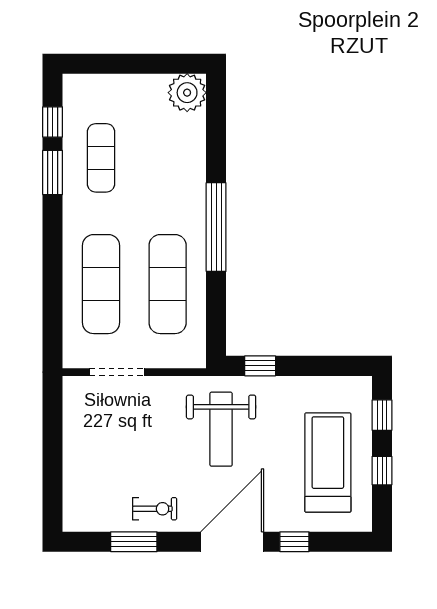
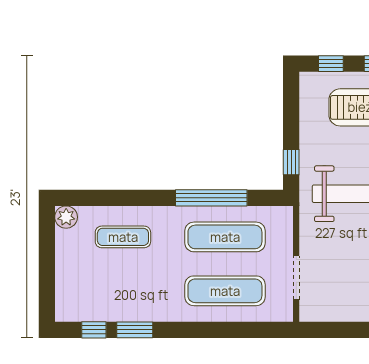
plant: (187, 93) -> (66, 217), width x0.73, depth x0.73
exercise mat: (101, 158) -> (123, 237), moved
window: (216, 227) -> (211, 198), moved

